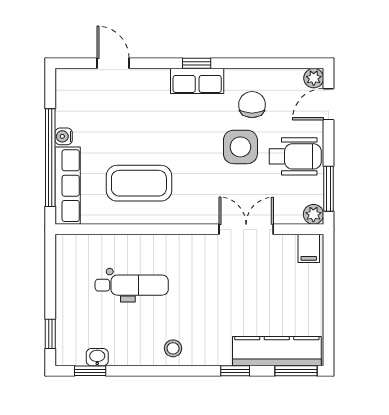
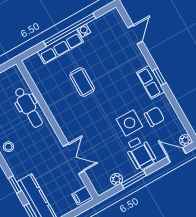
coffee table: (139, 183) -> (82, 82), width x0.73, depth x0.76
wall: (189, 229) -> (57, 130), moved
double door: (246, 229) -> (74, 159), moved
filing cabinet: (309, 248) -> (82, 196), moved

